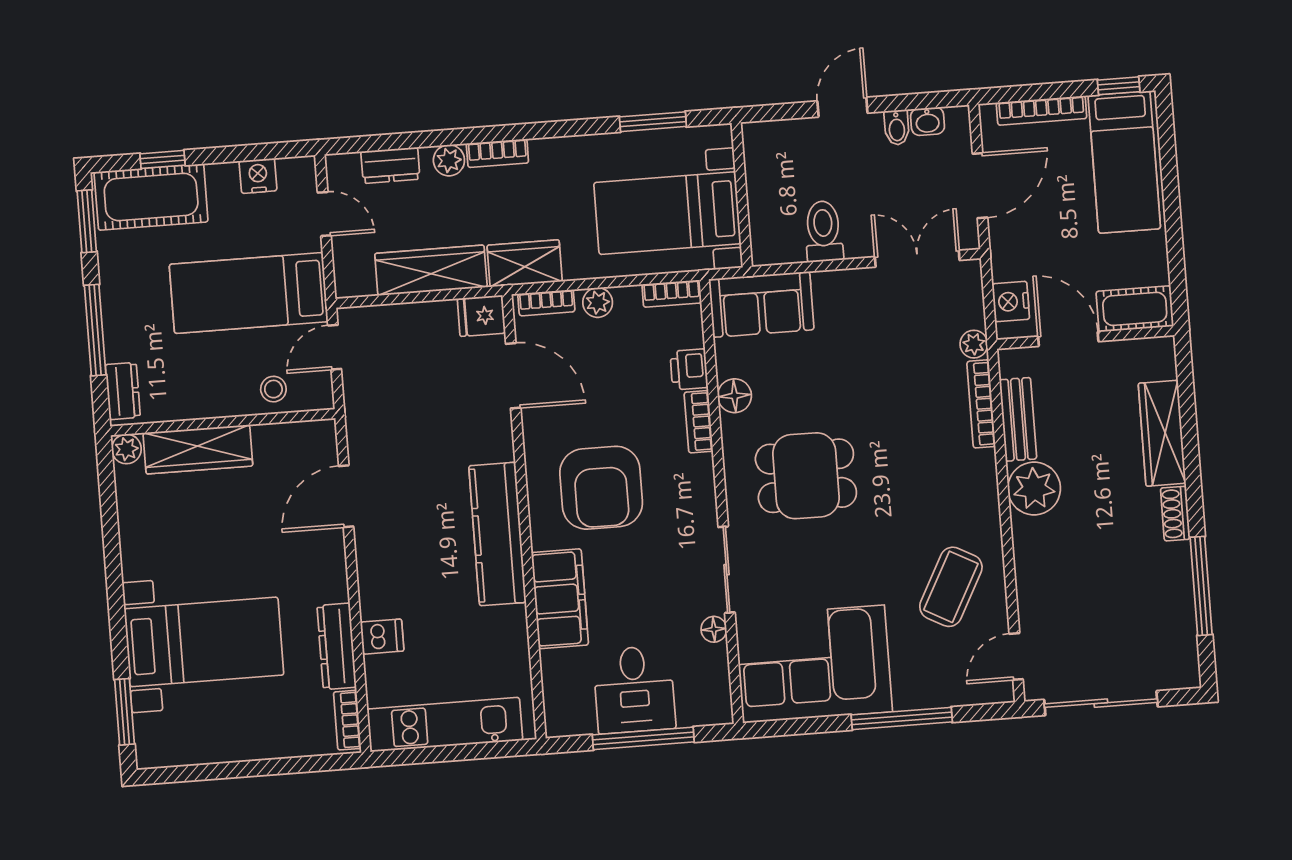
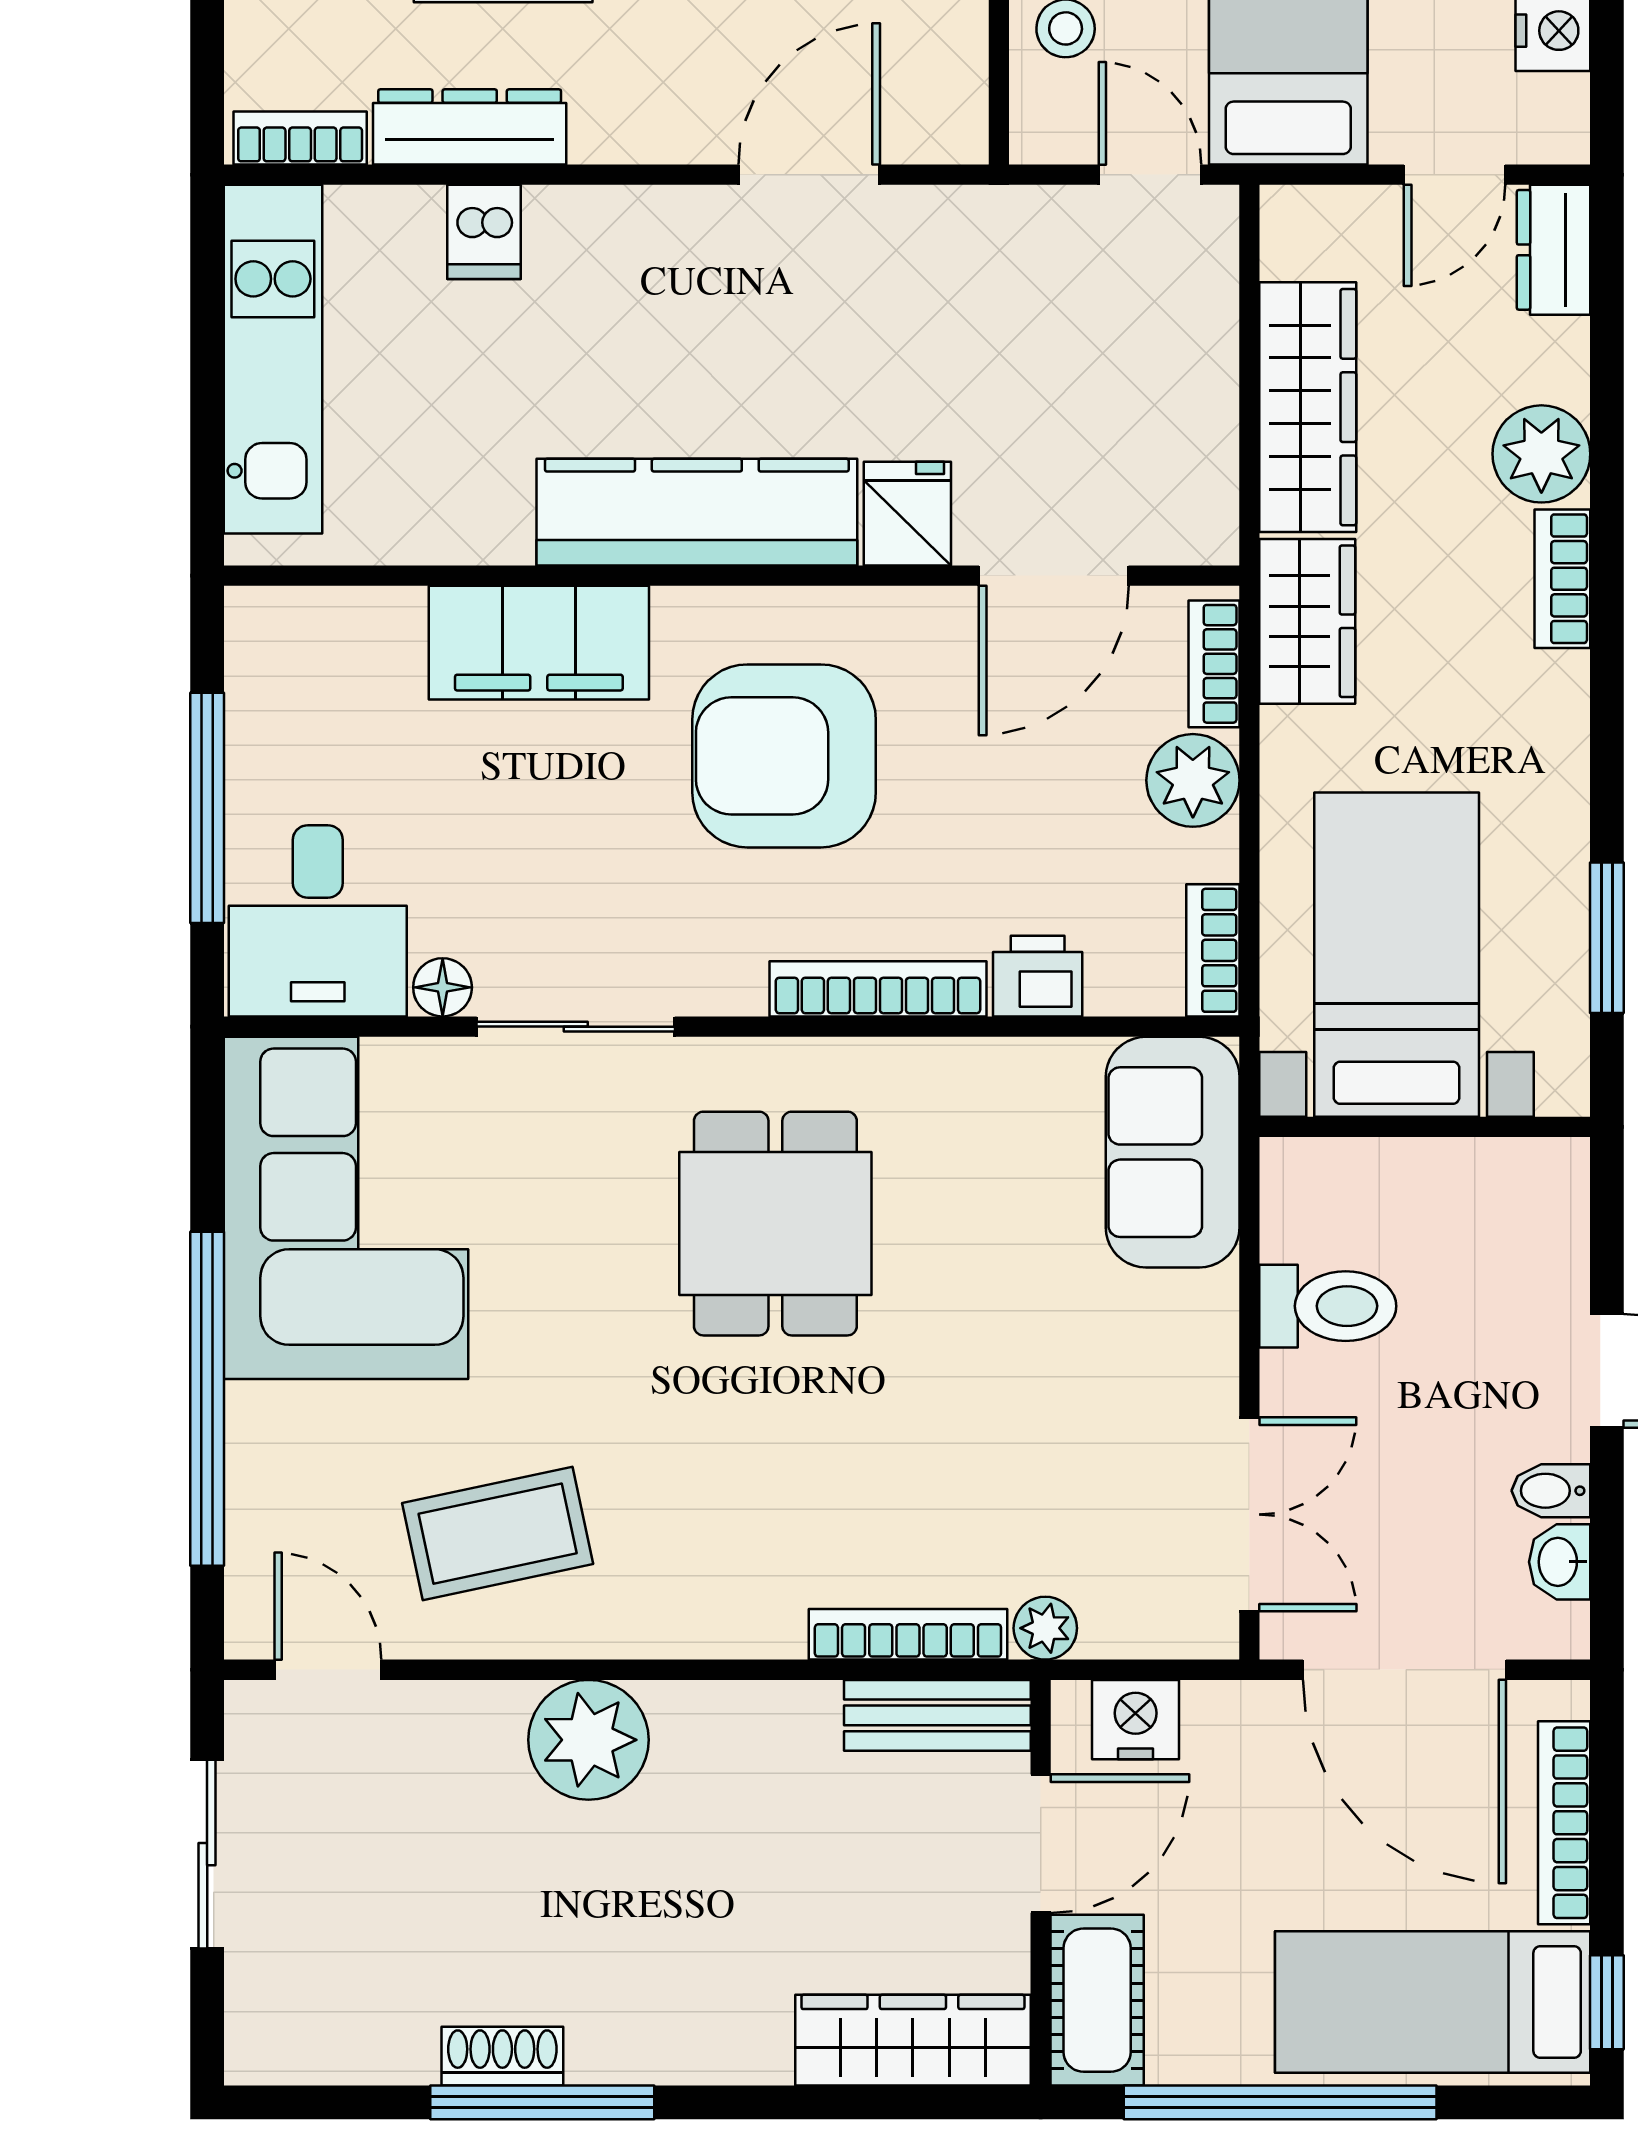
plant: (449, 160) -> (1541, 454), width x1.38, depth x1.38
dresser: (390, 165) -> (1554, 250), moved
door: (980, 186) -> (1404, 1670), width x1.36
window: (1173, 225) -> (1280, 2102), added
plant: (598, 302) -> (1193, 780), width x1.38, depth x1.38
fridge: (481, 316) -> (907, 514), moved
floor lamp: (735, 396) -> (970, 1075), removed
bench: (1018, 419) -> (937, 1715), moved
bookcase: (699, 422) -> (878, 989), width x1.56
wardrobe: (1162, 433) -> (913, 2040), moved
plant: (1034, 488) -> (588, 1740), moved
door: (346, 496) -> (809, 175), hinge flipped
shoe rack: (1175, 514) -> (502, 2056), moved
window: (1201, 586) -> (542, 2102), moved
coffee table: (951, 587) -> (498, 1534), turned -40
desk: (634, 690) -> (318, 921), moved, turned -90
sliding door: (1101, 703) -> (207, 1854), width x0.73
window: (902, 718) -> (207, 1399), width x1.46

